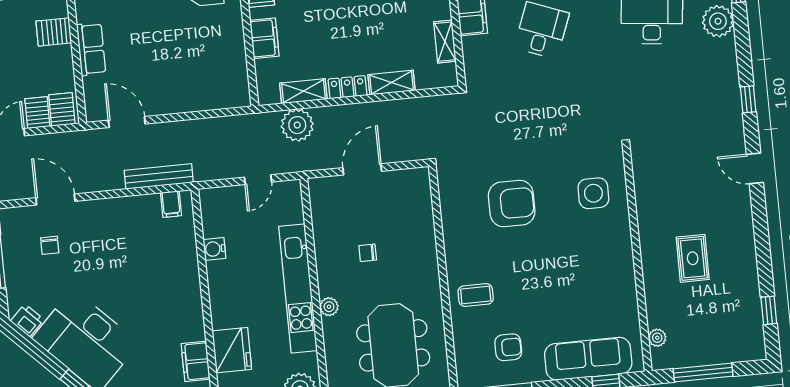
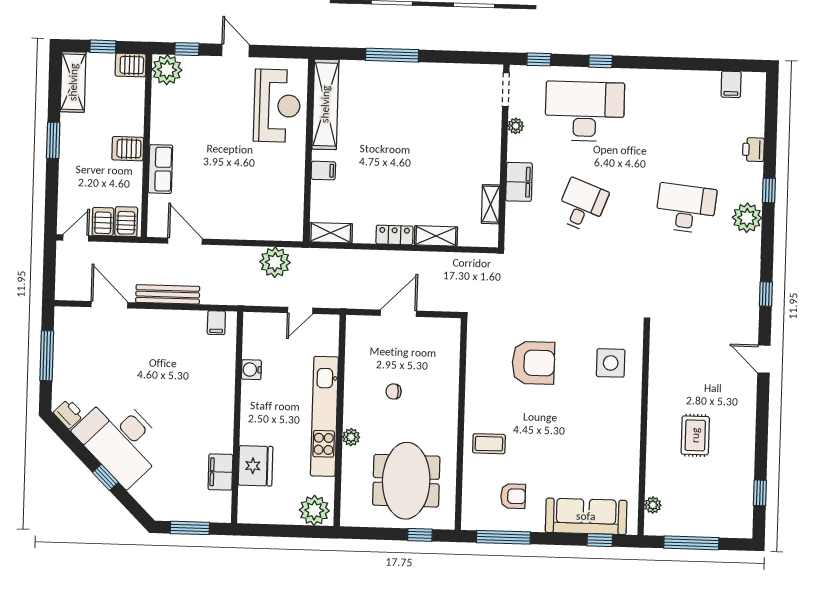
filing cabinet: (264, 38) -> (323, 171), width x0.50
shelving: (303, 91) -> (331, 233), moved
plant: (297, 125) -> (275, 262), moved
bench: (159, 176) -> (168, 294), moved
chair: (50, 245) -> (99, 347), removed

